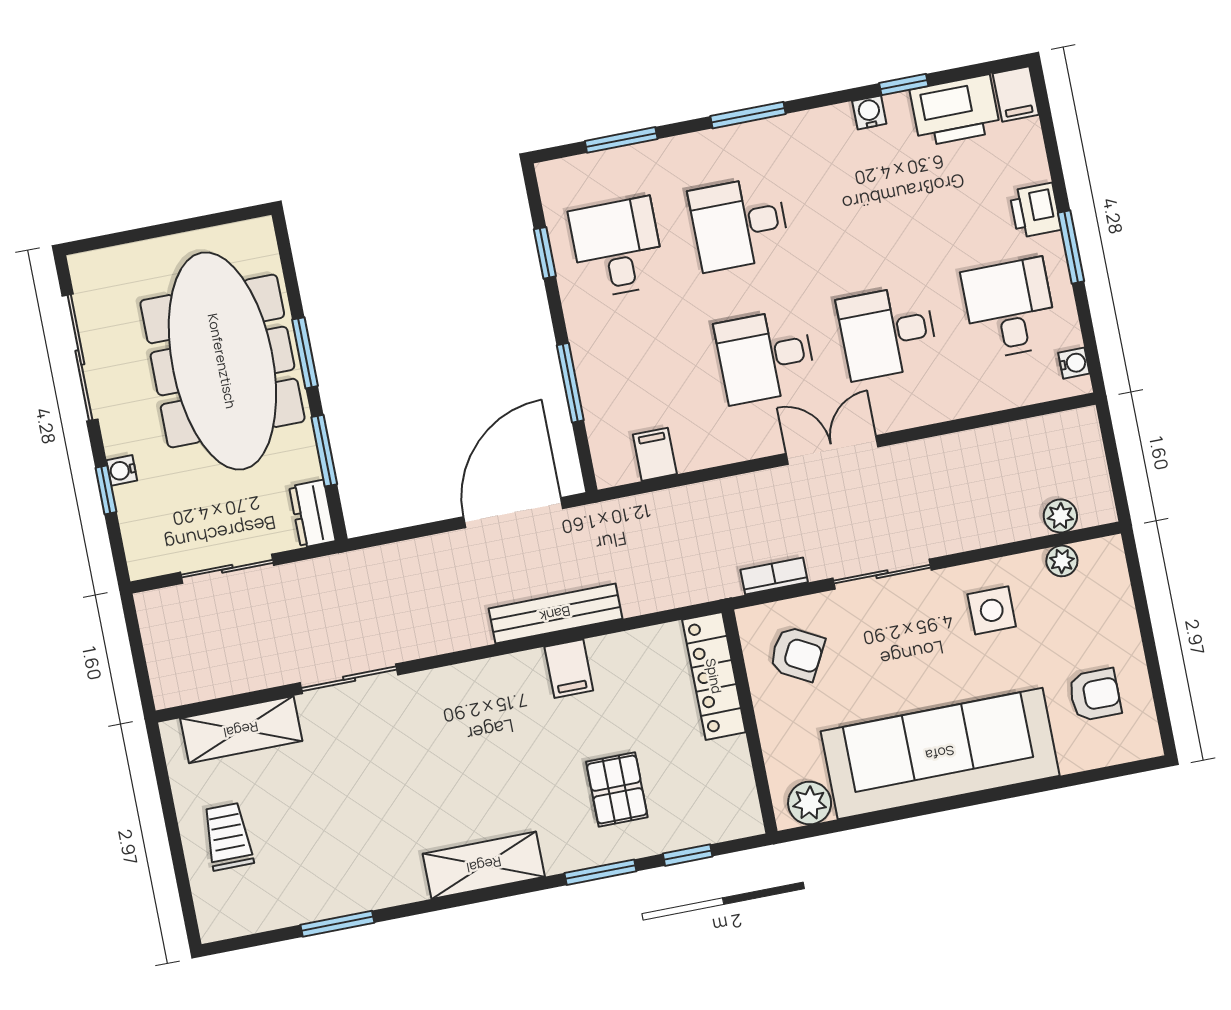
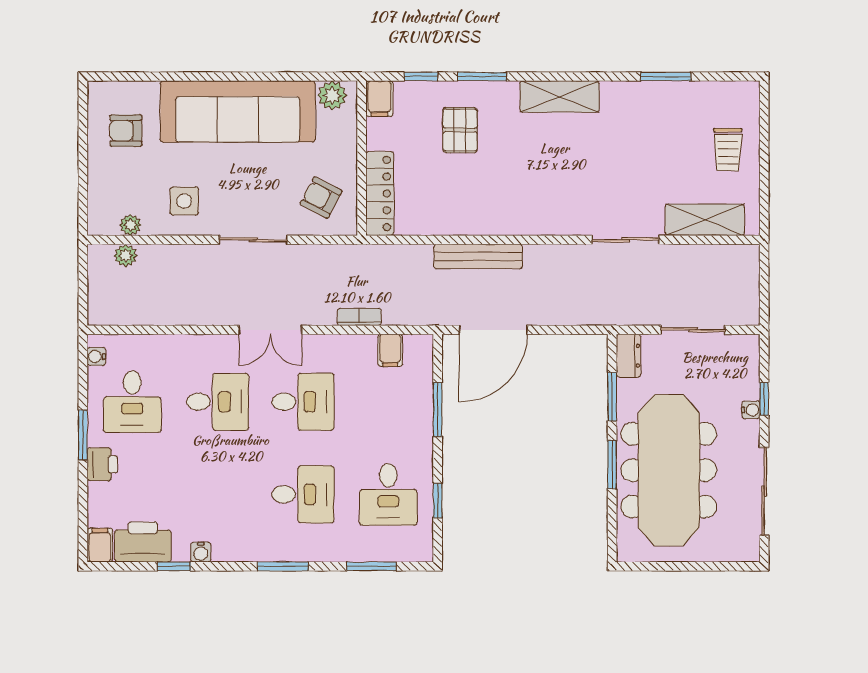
bookcase: (774, 576) -> (359, 317), moved, turned 180
filing cabinet: (569, 669) -> (379, 99), moved, turned 180

